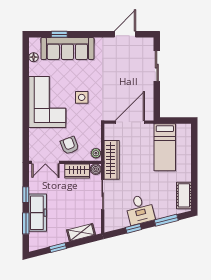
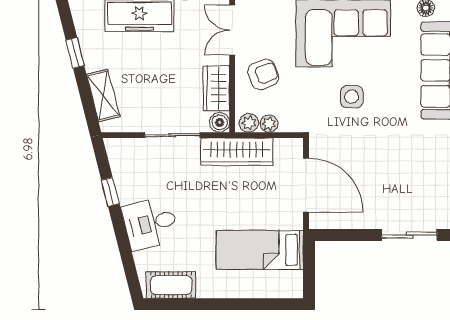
plant: (96, 142) -> (269, 124), added
desk: (140, 210) -> (150, 223), moved
window: (166, 220) -> (126, 252), removed

